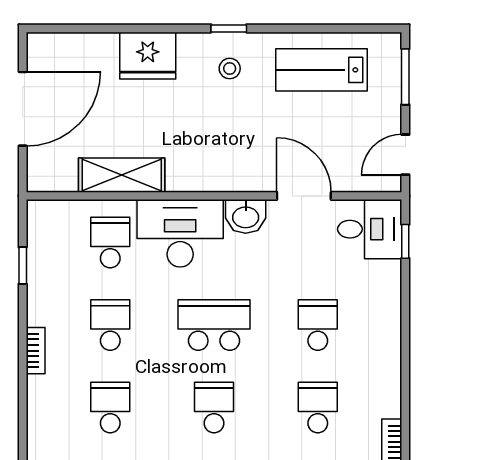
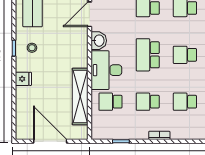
fridge: (148, 56) -> (23, 79), width x0.53, depth x0.75
shelving: (122, 175) -> (80, 96), width x1.47

